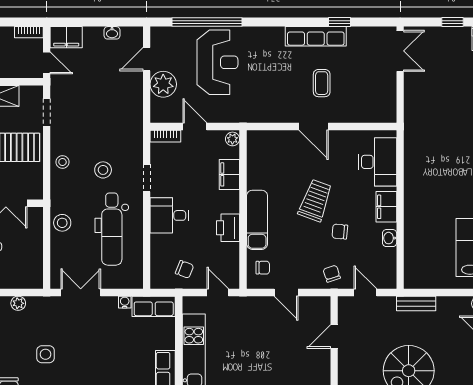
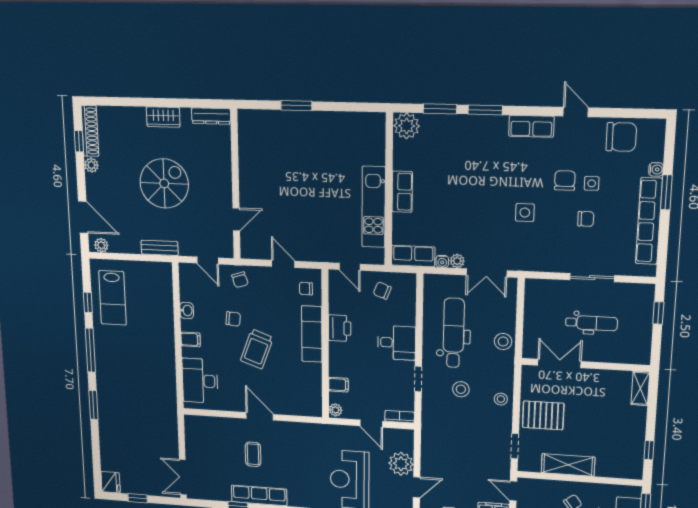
filing cabinet: (229, 174) -> (338, 385), width x0.50
filing cabinet: (386, 207) -> (191, 339), width x0.50
plant: (18, 303) -> (457, 261), moved

